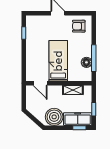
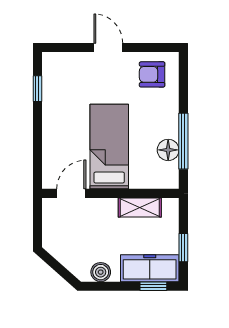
door: (40, 83) -> (71, 193), swing flipped
boiler: (54, 117) -> (101, 272), width x0.54, depth x0.54

